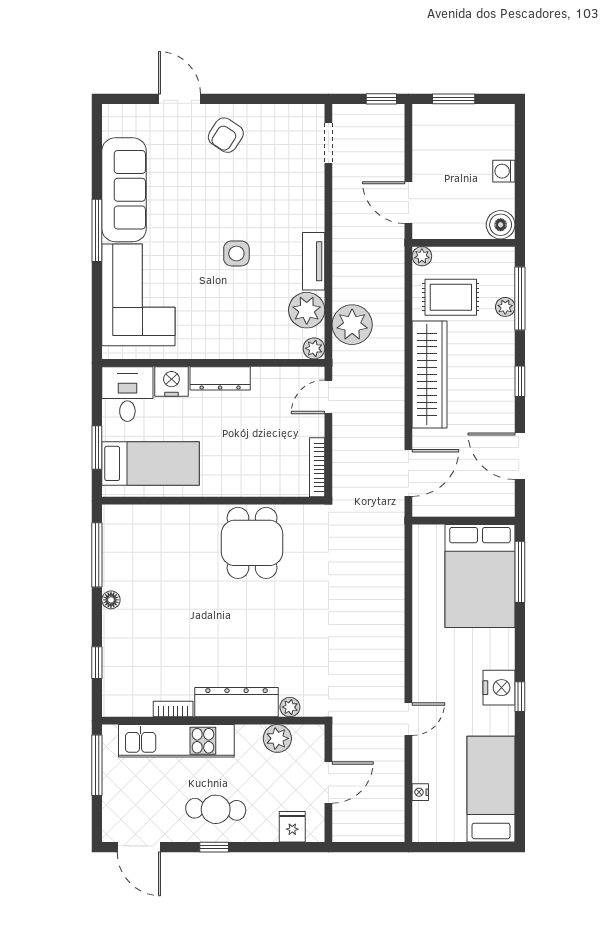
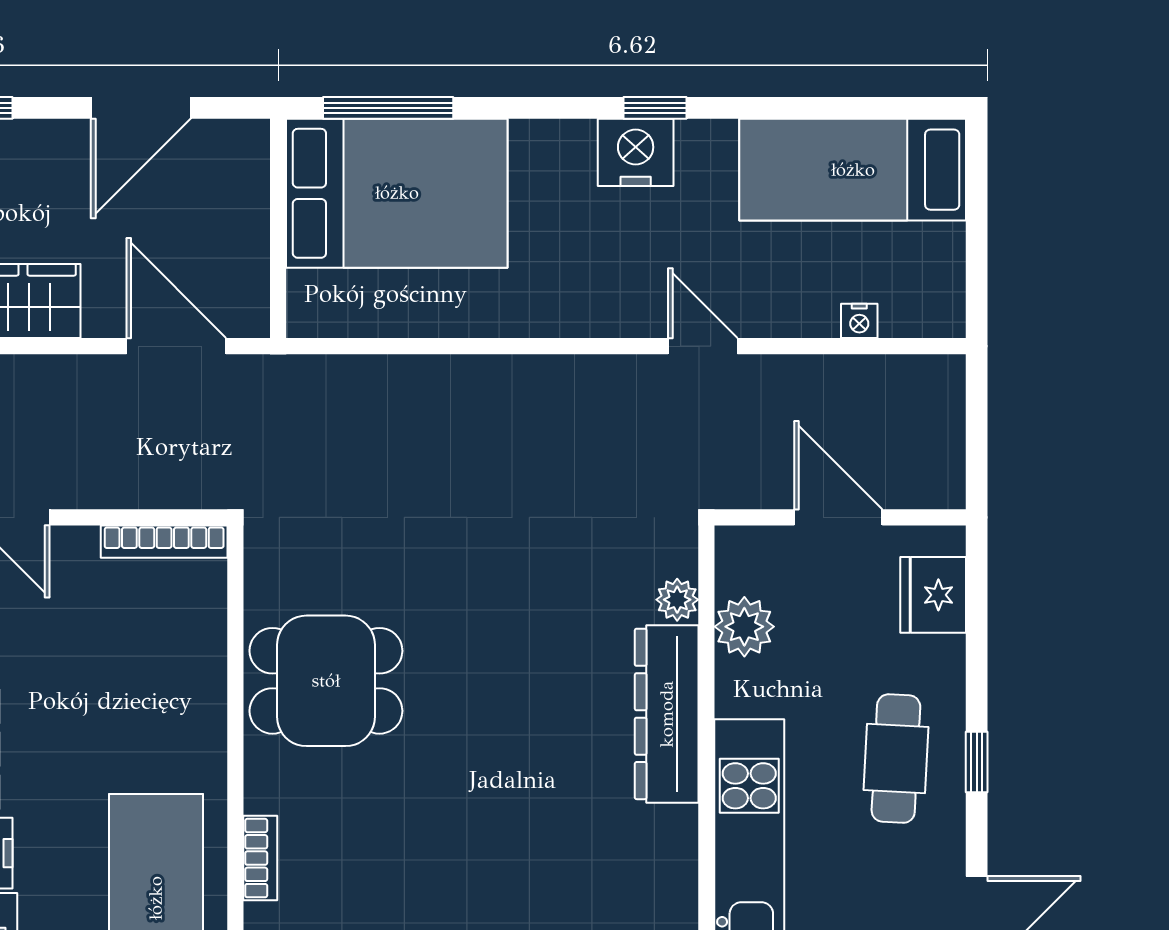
bookcase: (173, 709) -> (260, 858), moved, turned 180
fridge: (292, 827) -> (933, 595), width x1.38

